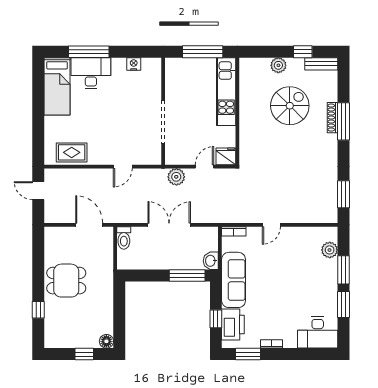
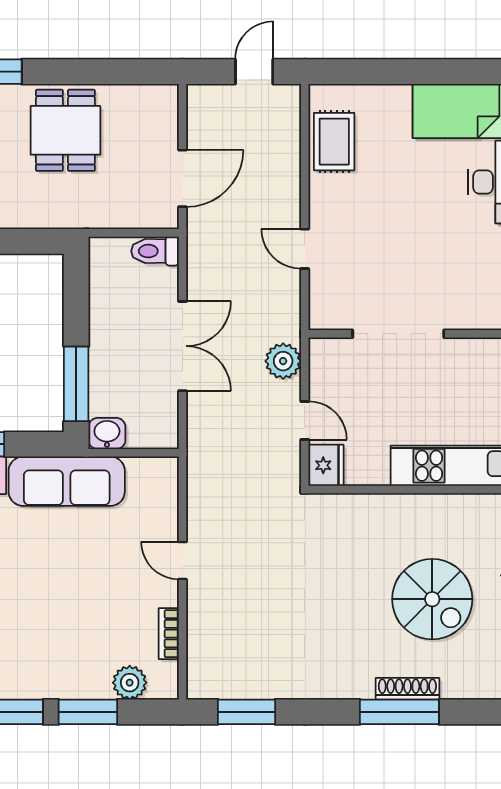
bookcase: (234, 231) -> (169, 634), moved

